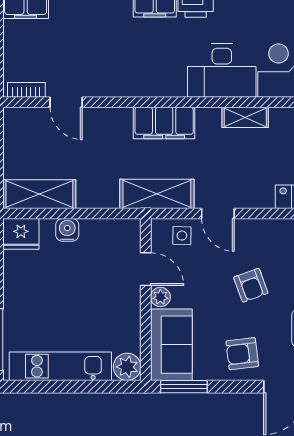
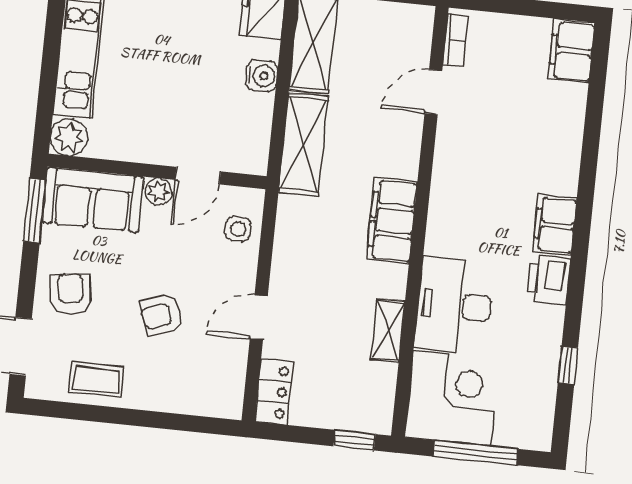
shelving: (157, 194) -> (303, 144), moved
door: (218, 214) -> (259, 318), moved

